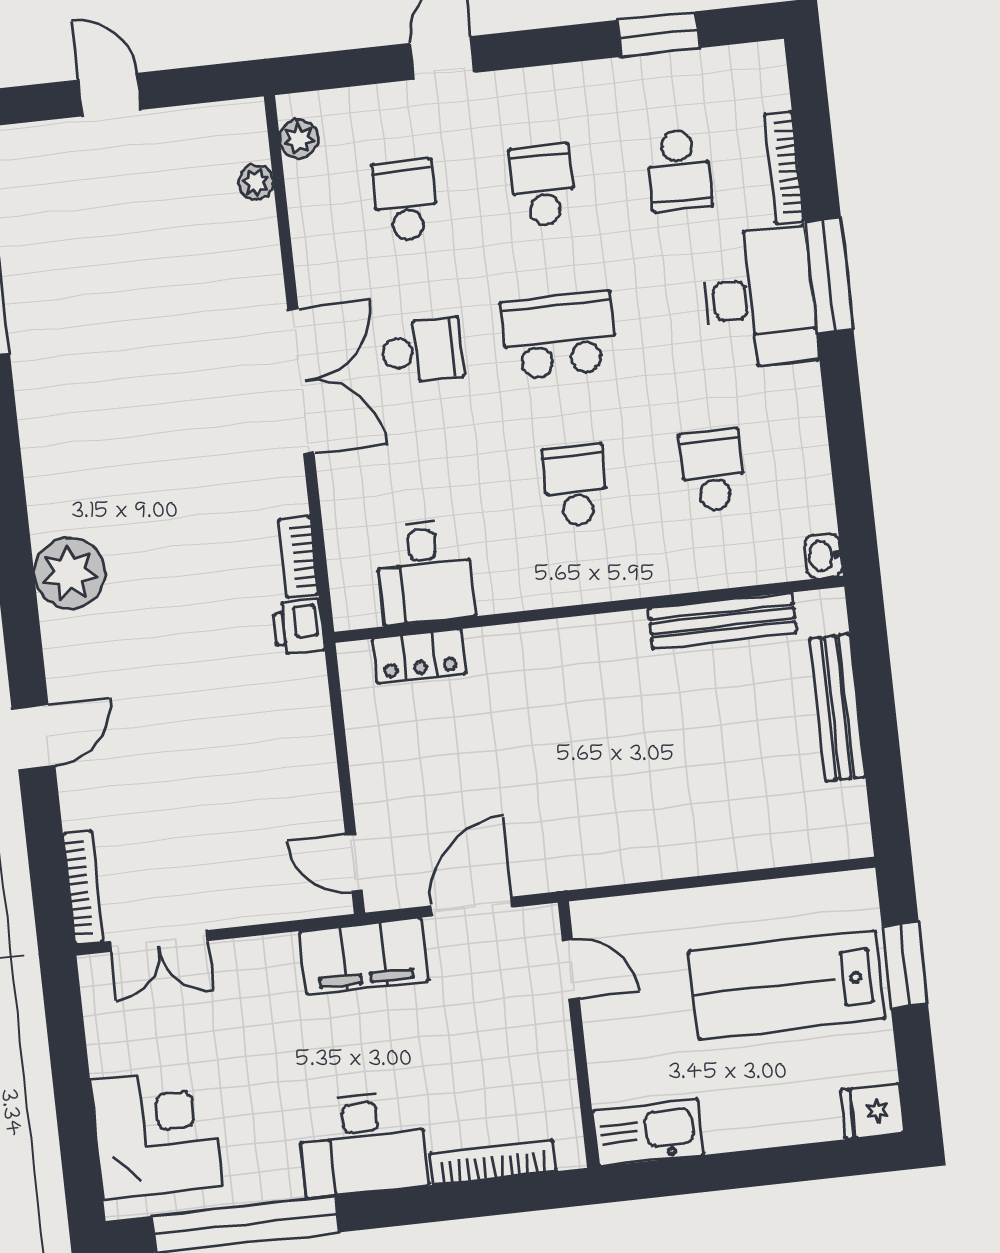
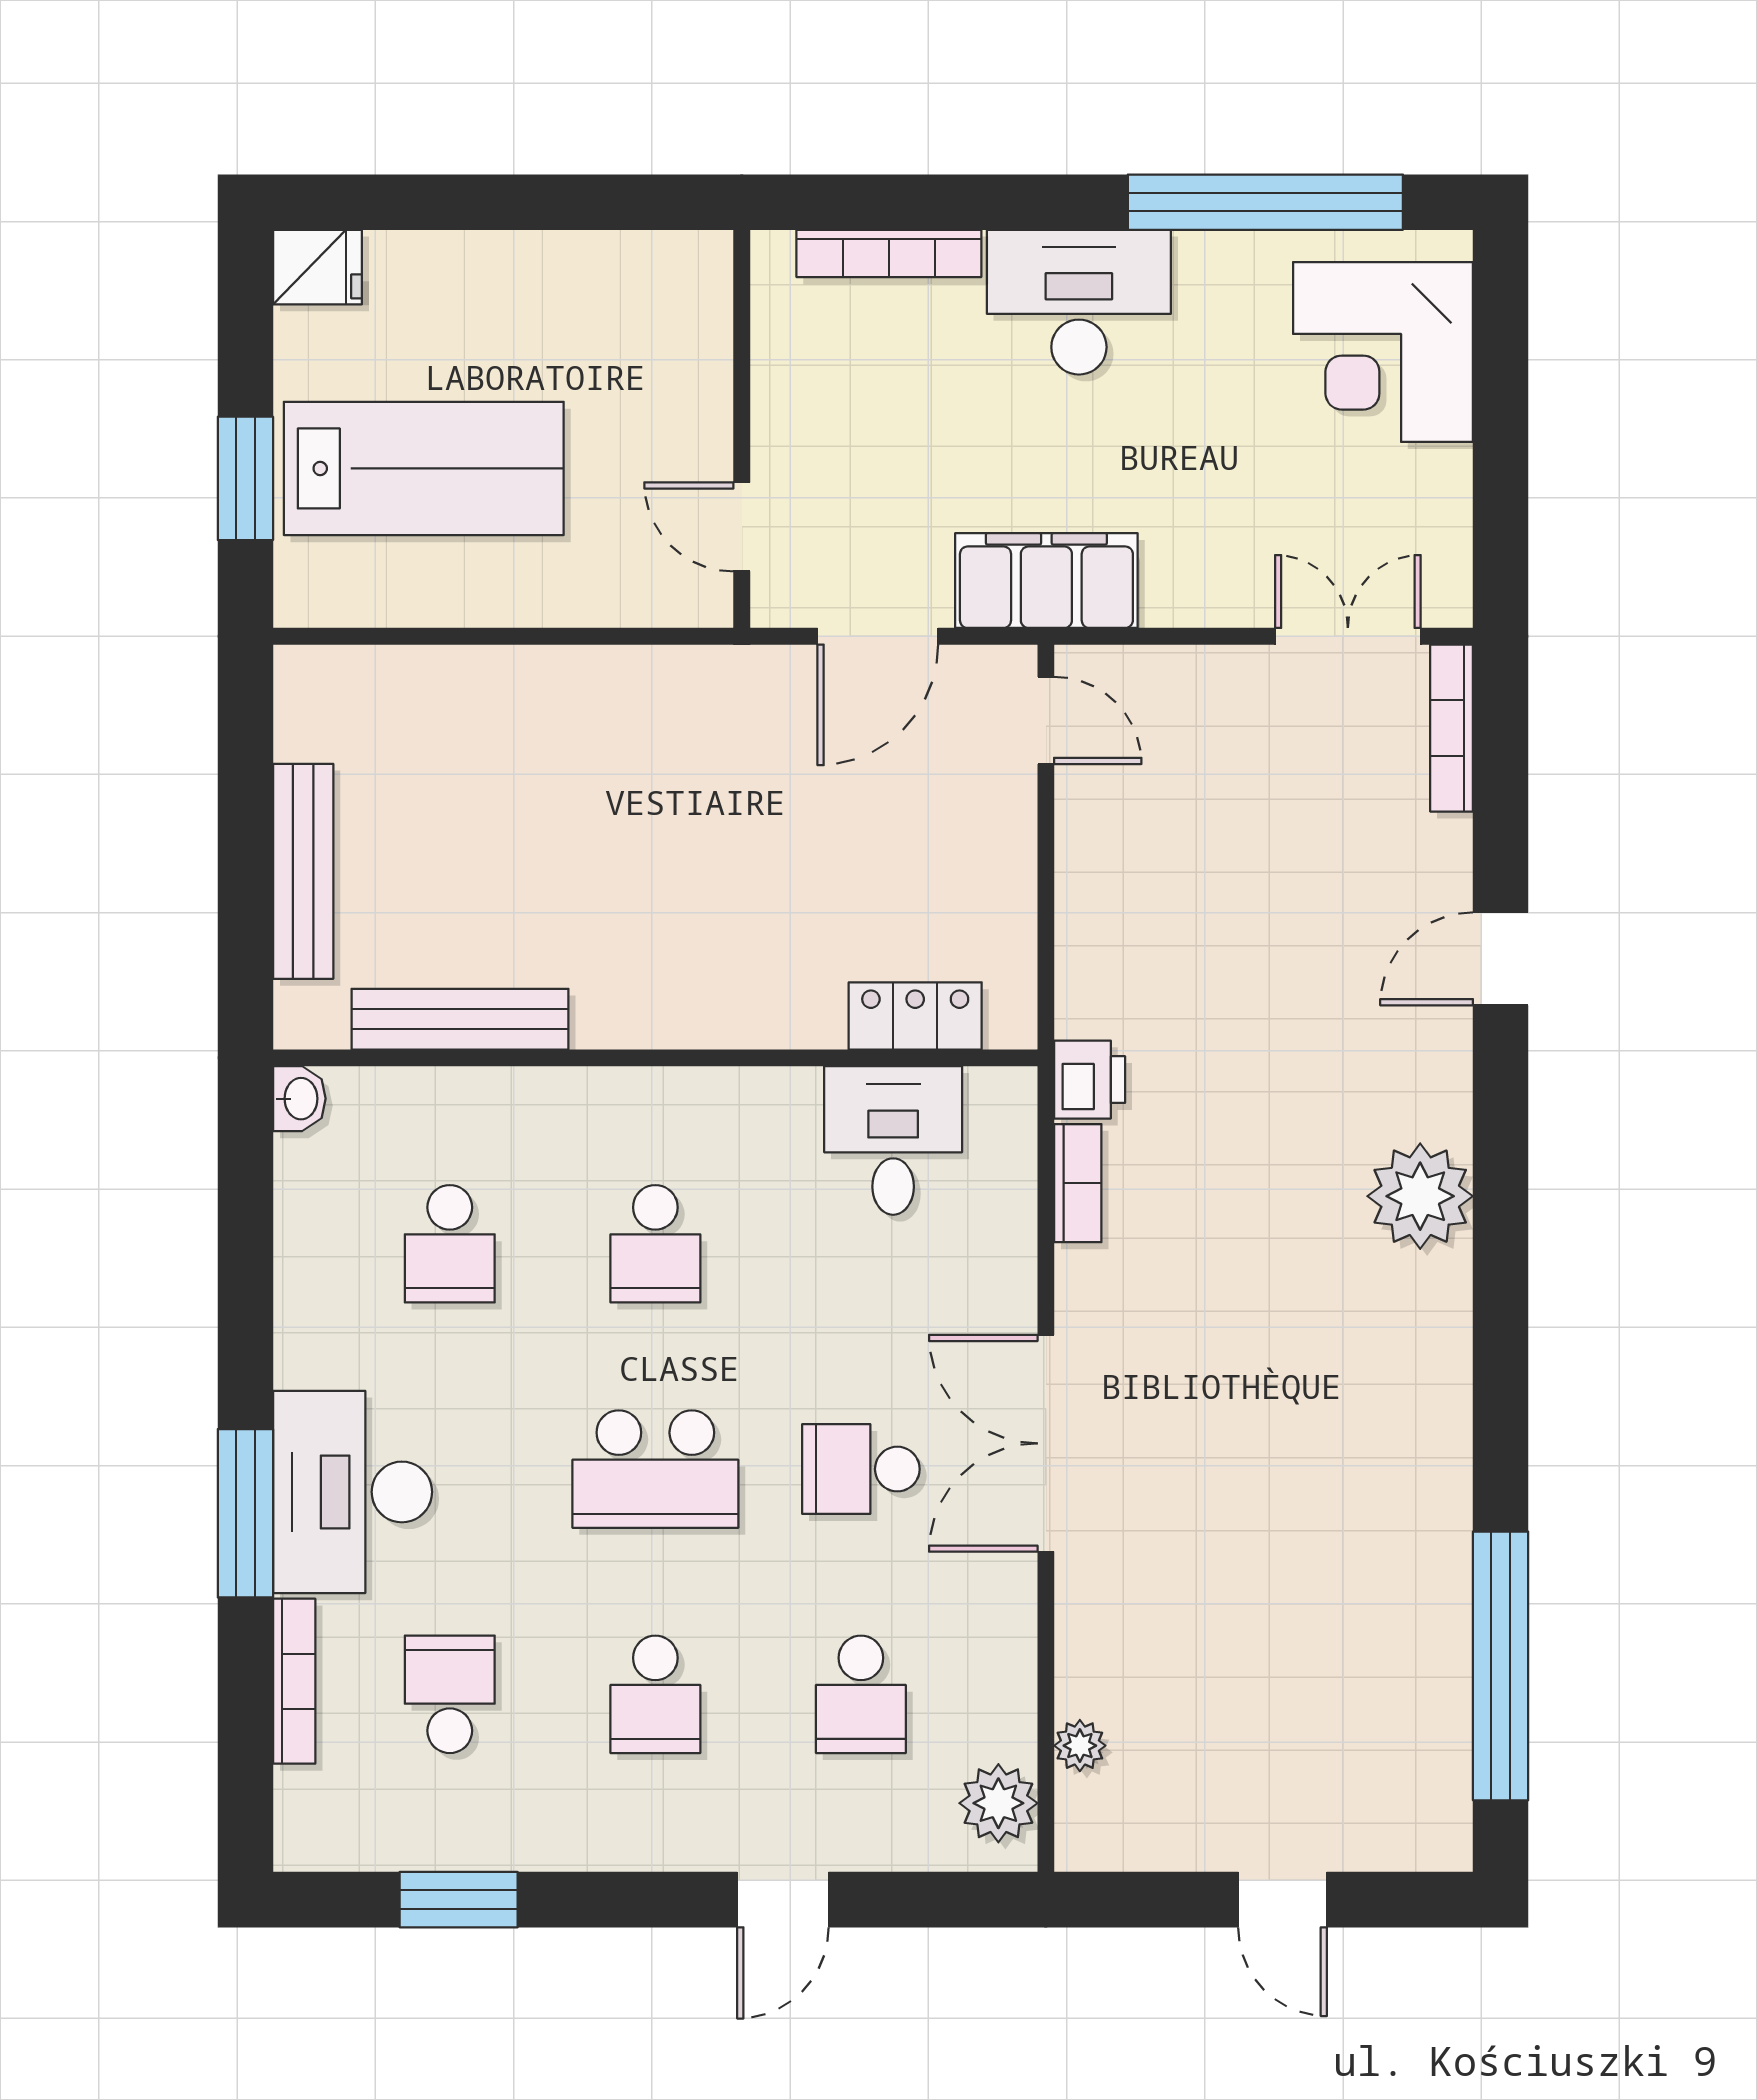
plant: (299, 139) -> (998, 1803), width x1.38, depth x1.38
kitchen sink: (648, 1133) -> (654, 272), removed

